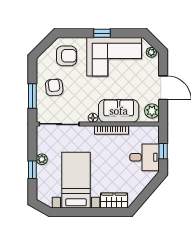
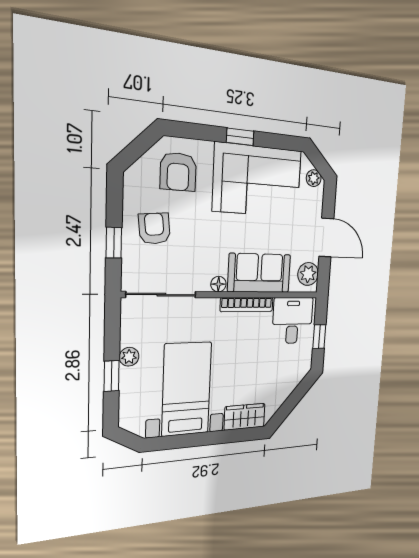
armchair: (66, 56) -> (178, 172), turned 90
window: (32, 96) -> (114, 243), width x0.67
desk: (145, 157) -> (292, 320), moved, turned -90

